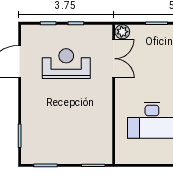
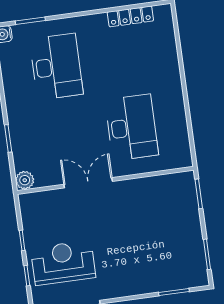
double door: (114, 59) -> (88, 183), moved
reception desk: (66, 64) -> (63, 263), moved, turned 90

